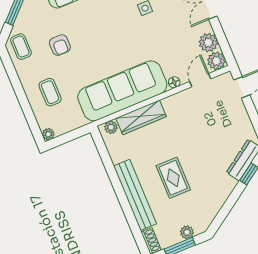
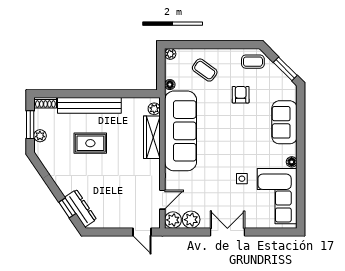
armchair: (60, 45) -> (241, 95), turned 90
door: (200, 80) -> (162, 200), hinge flipped
floor lamp: (174, 82) -> (170, 85), moved
coffee table: (50, 92) -> (205, 70), turned 36

